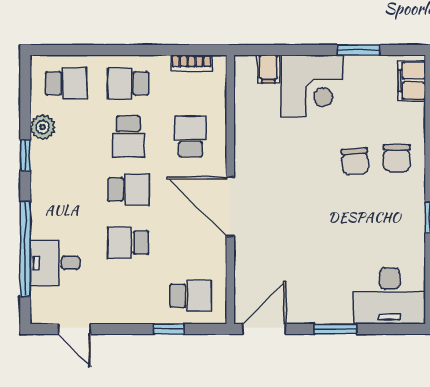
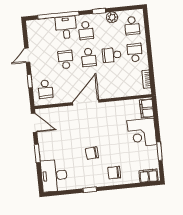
filing cabinet: (269, 69) -> (147, 108), width x2.00
school desk: (191, 136) -> (86, 30), moved, turned 90
chair: (355, 161) -> (92, 153), moved
desk: (55, 263) -> (66, 27), moved
door: (74, 329) -> (27, 55), moved

